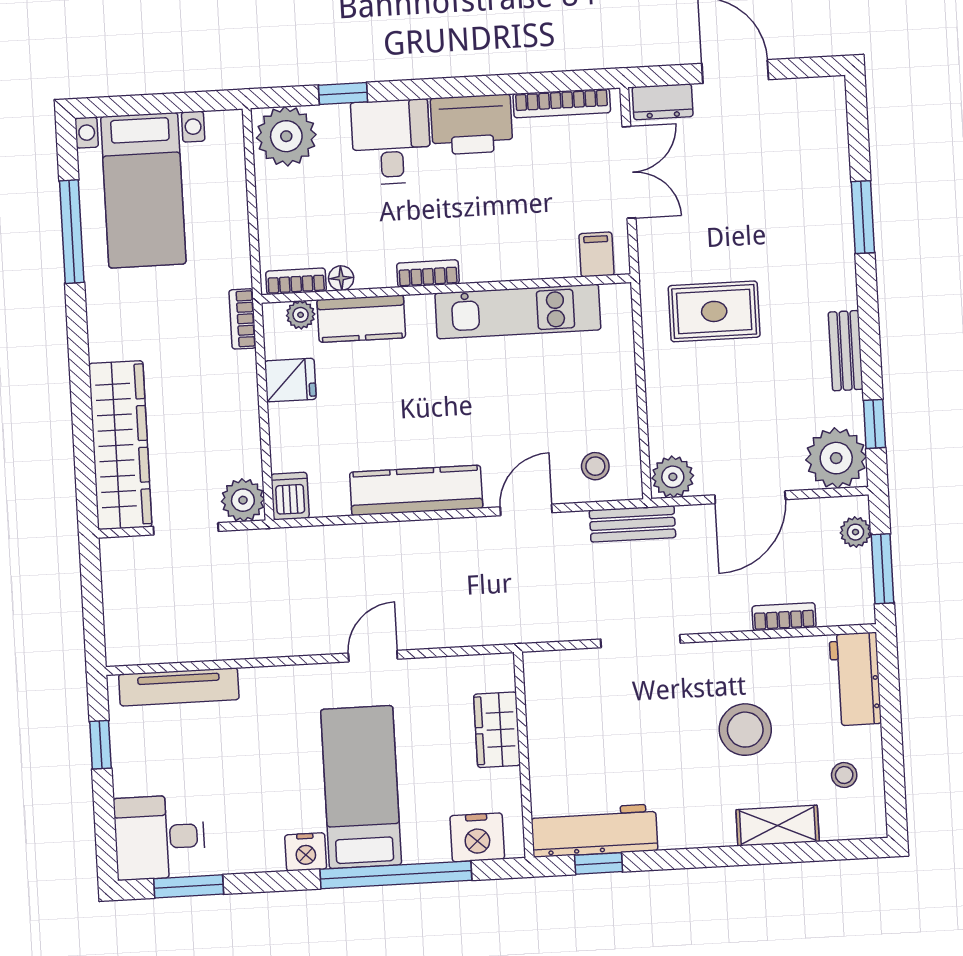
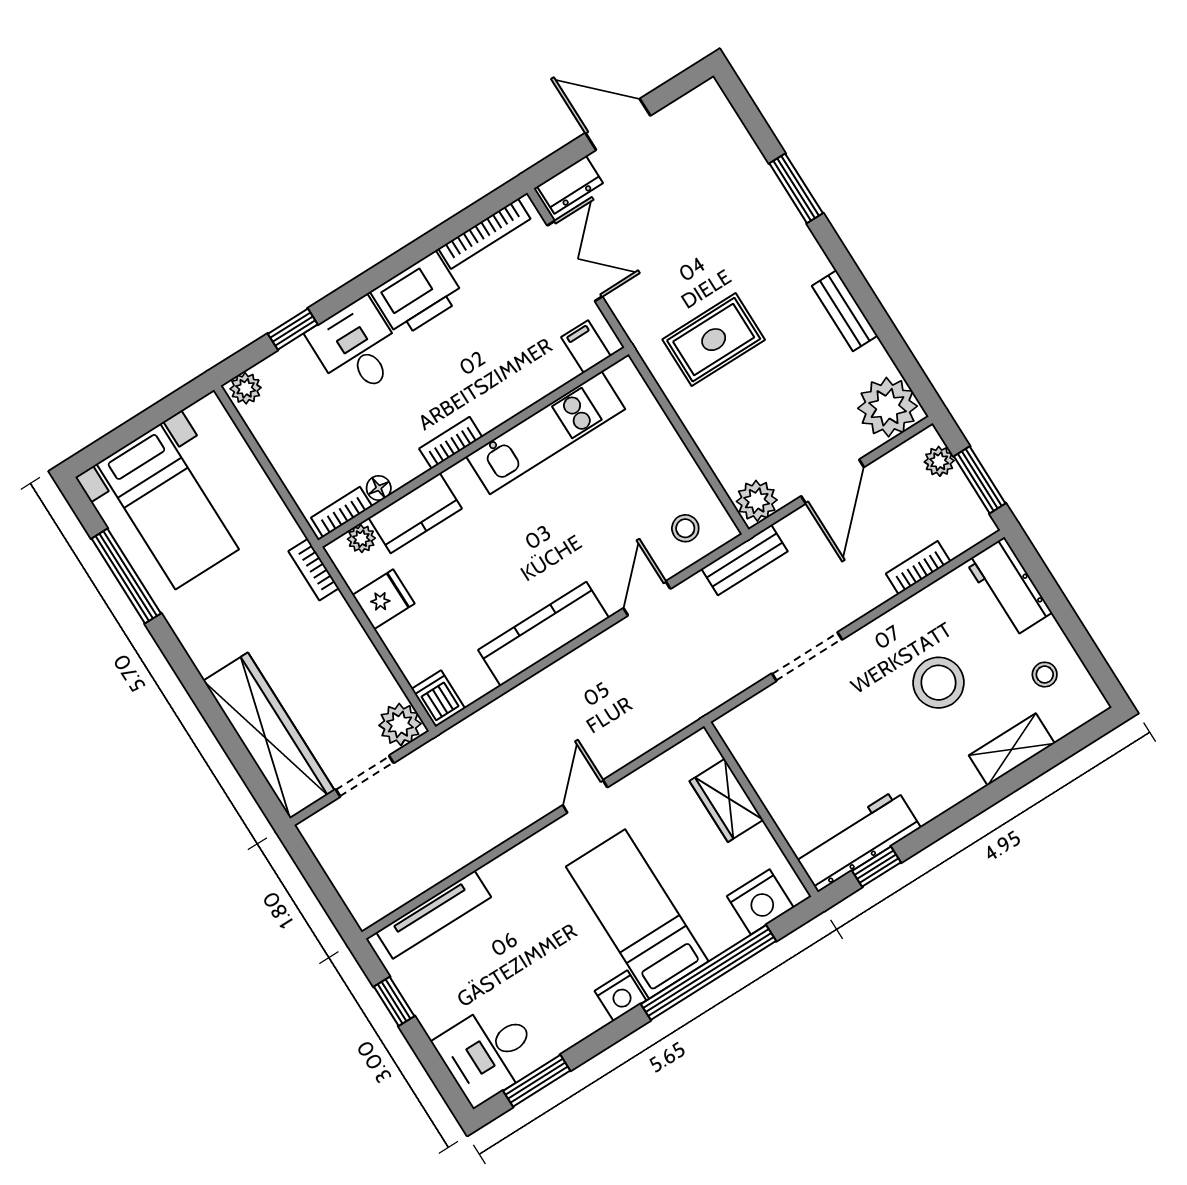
plant: (286, 136) -> (246, 388), width x0.53, depth x0.53
window: (874, 424) -> (904, 360), removed

